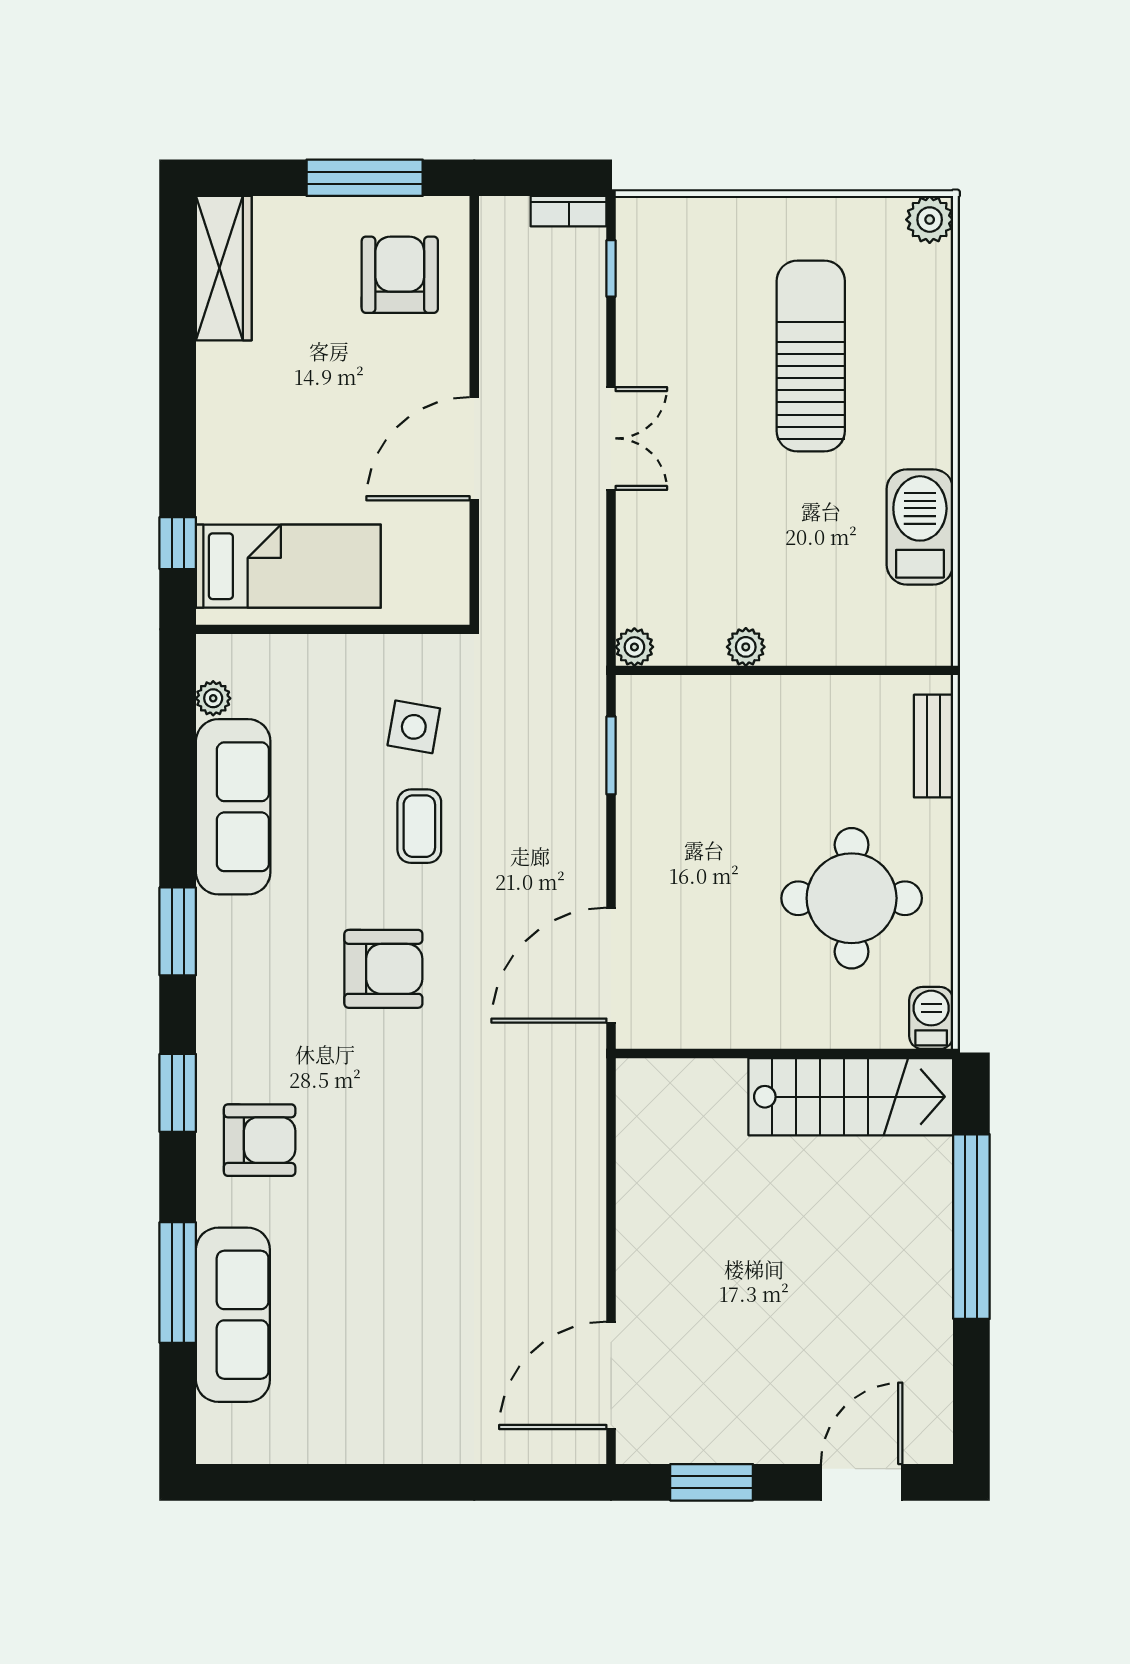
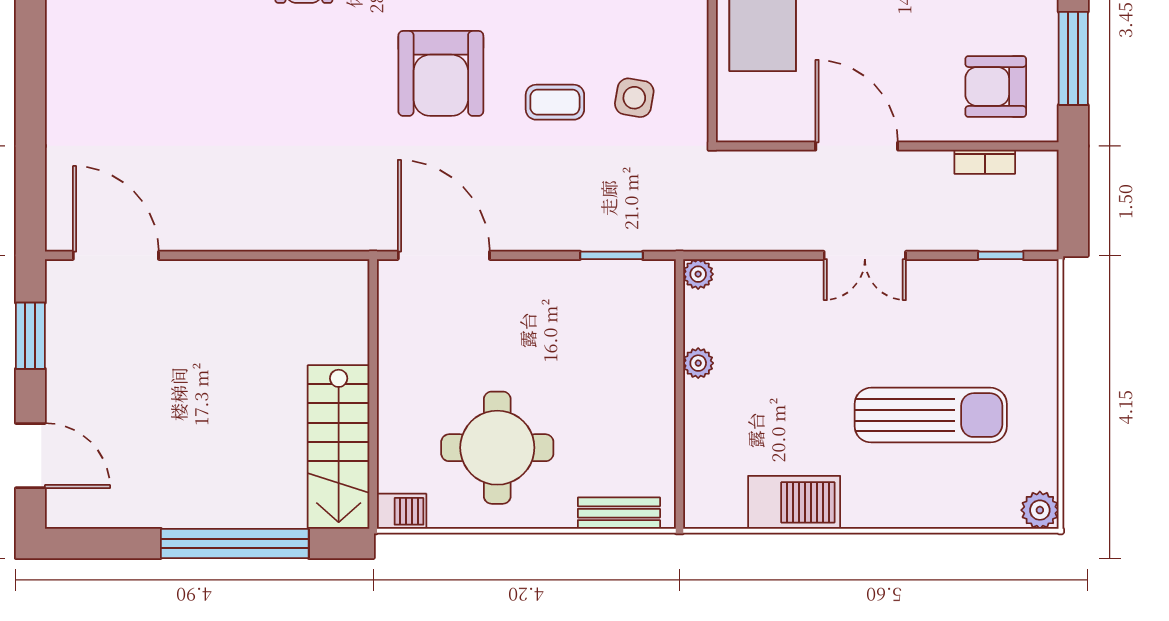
bookcase: (569, 211) -> (985, 162), moved, turned -90
armchair: (400, 275) -> (996, 87), turned 180
armchair: (383, 969) -> (441, 73), width x1.36, depth x1.36

